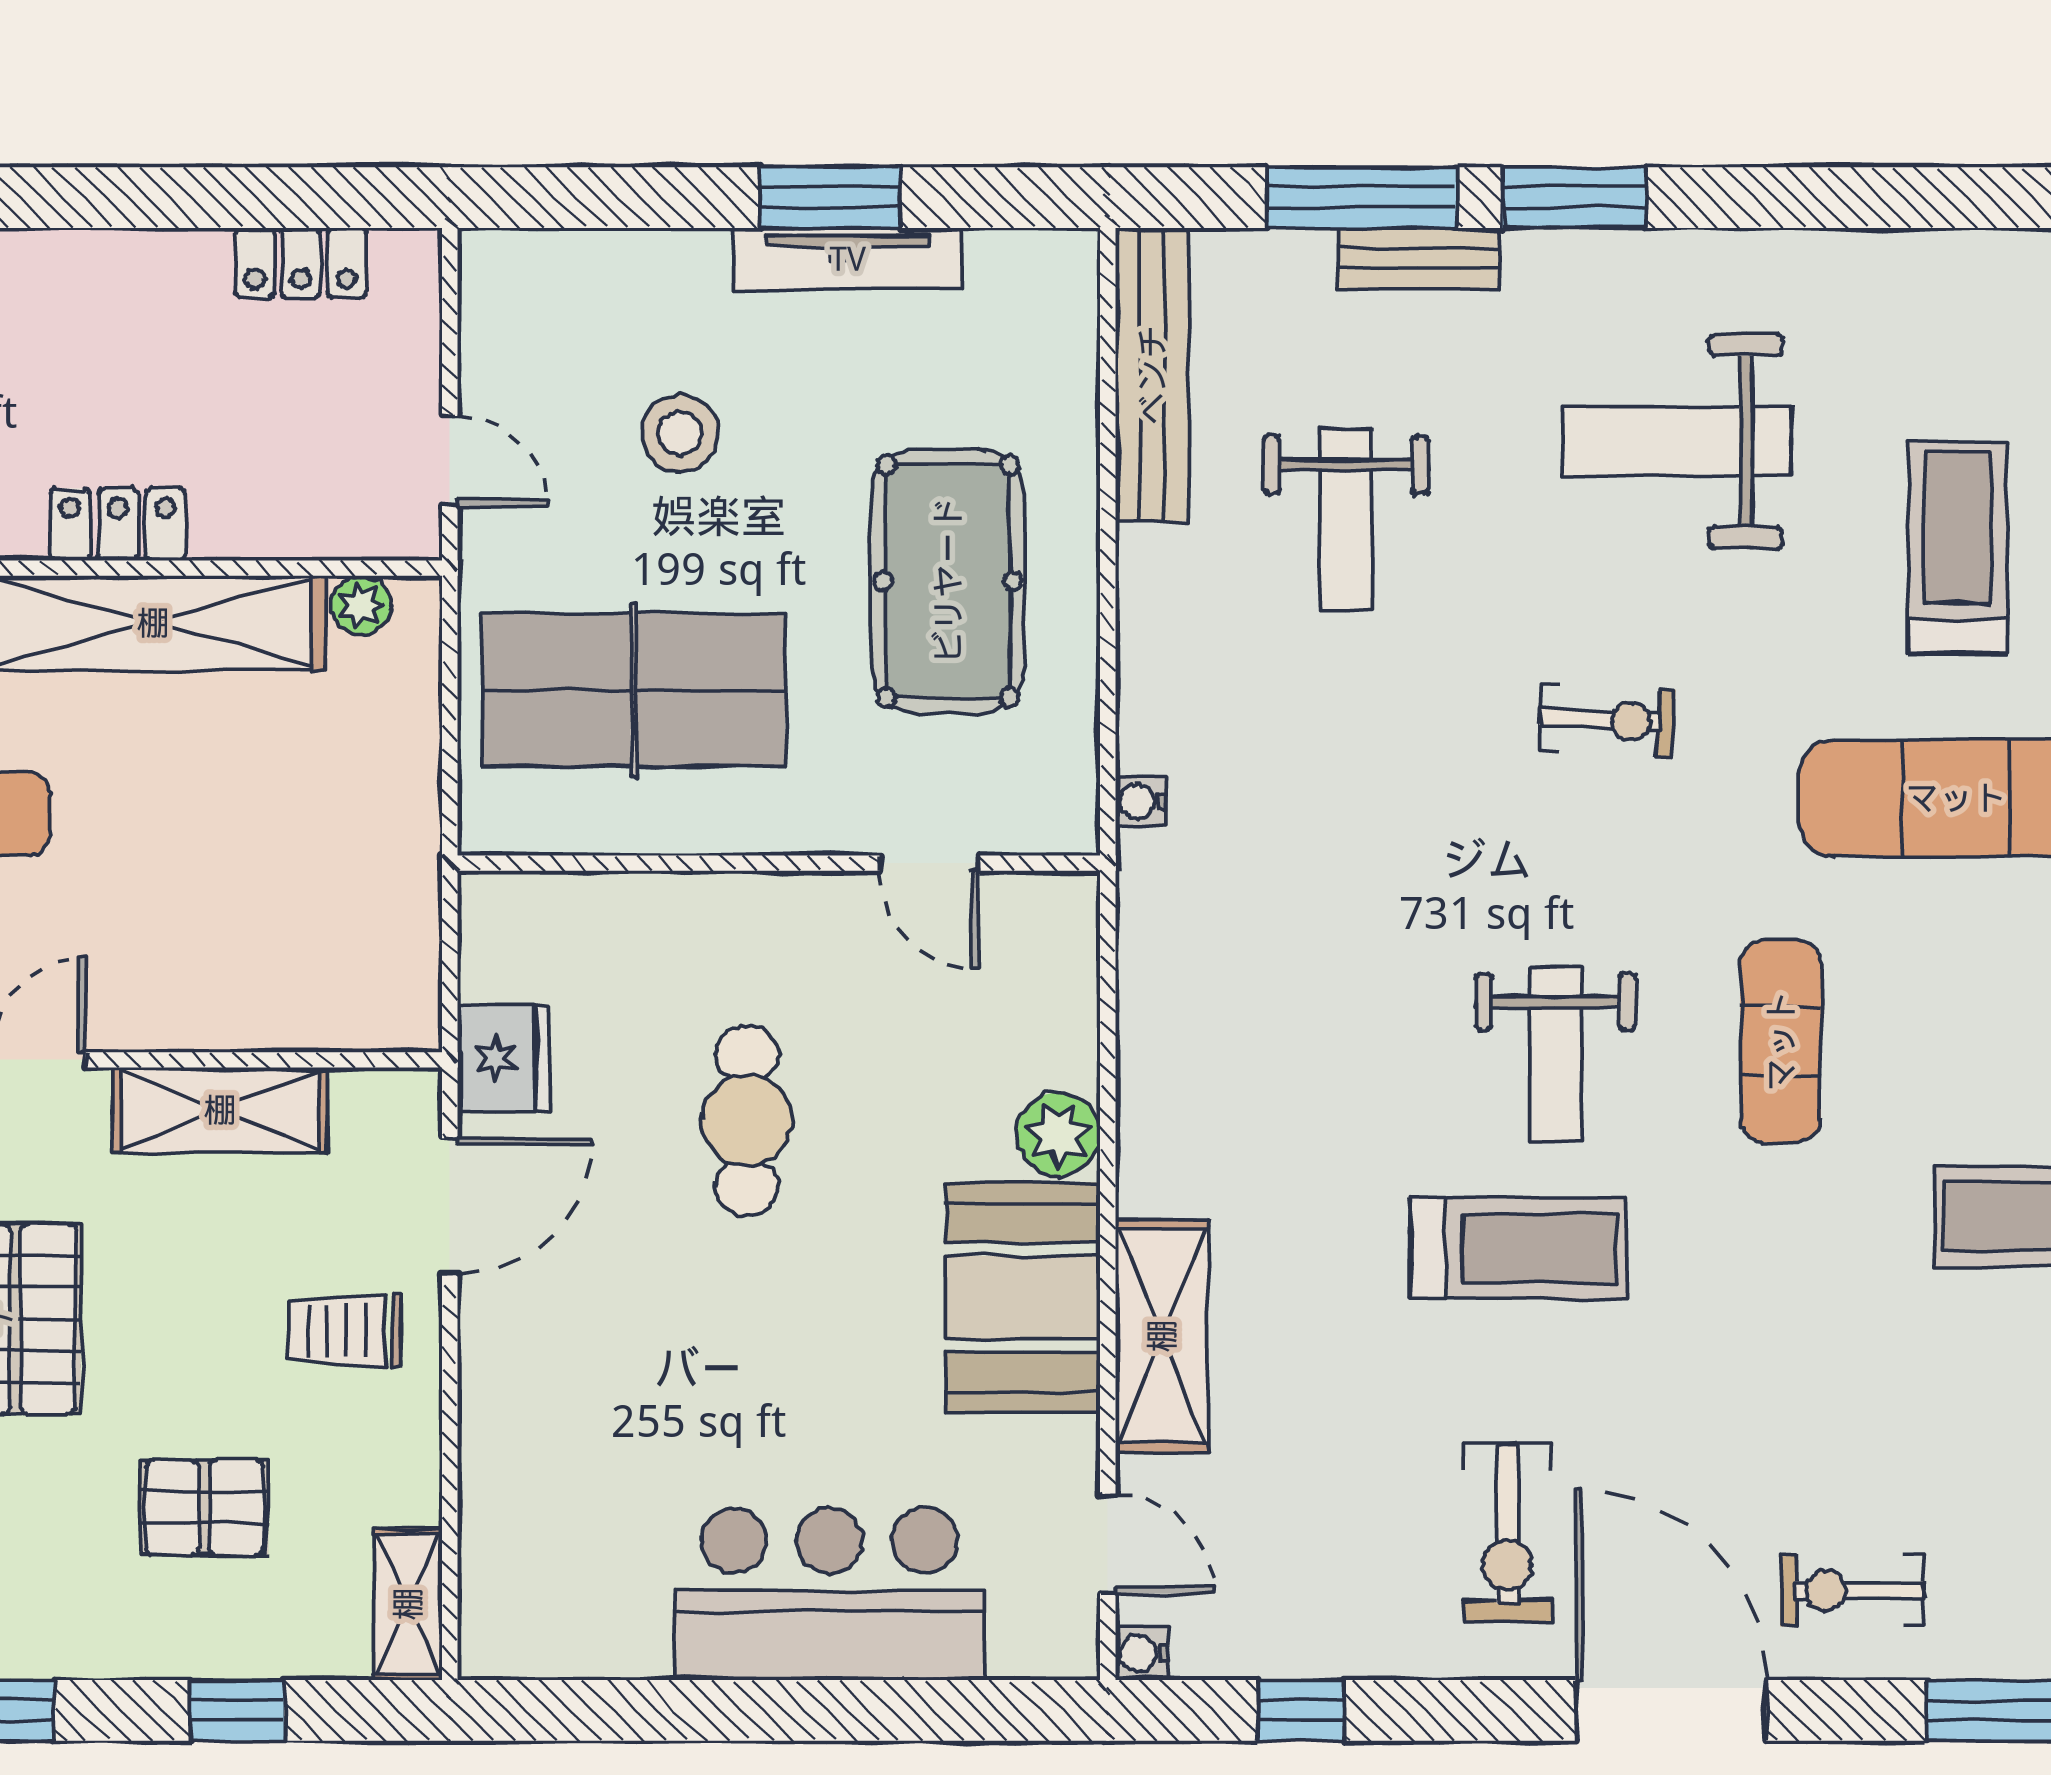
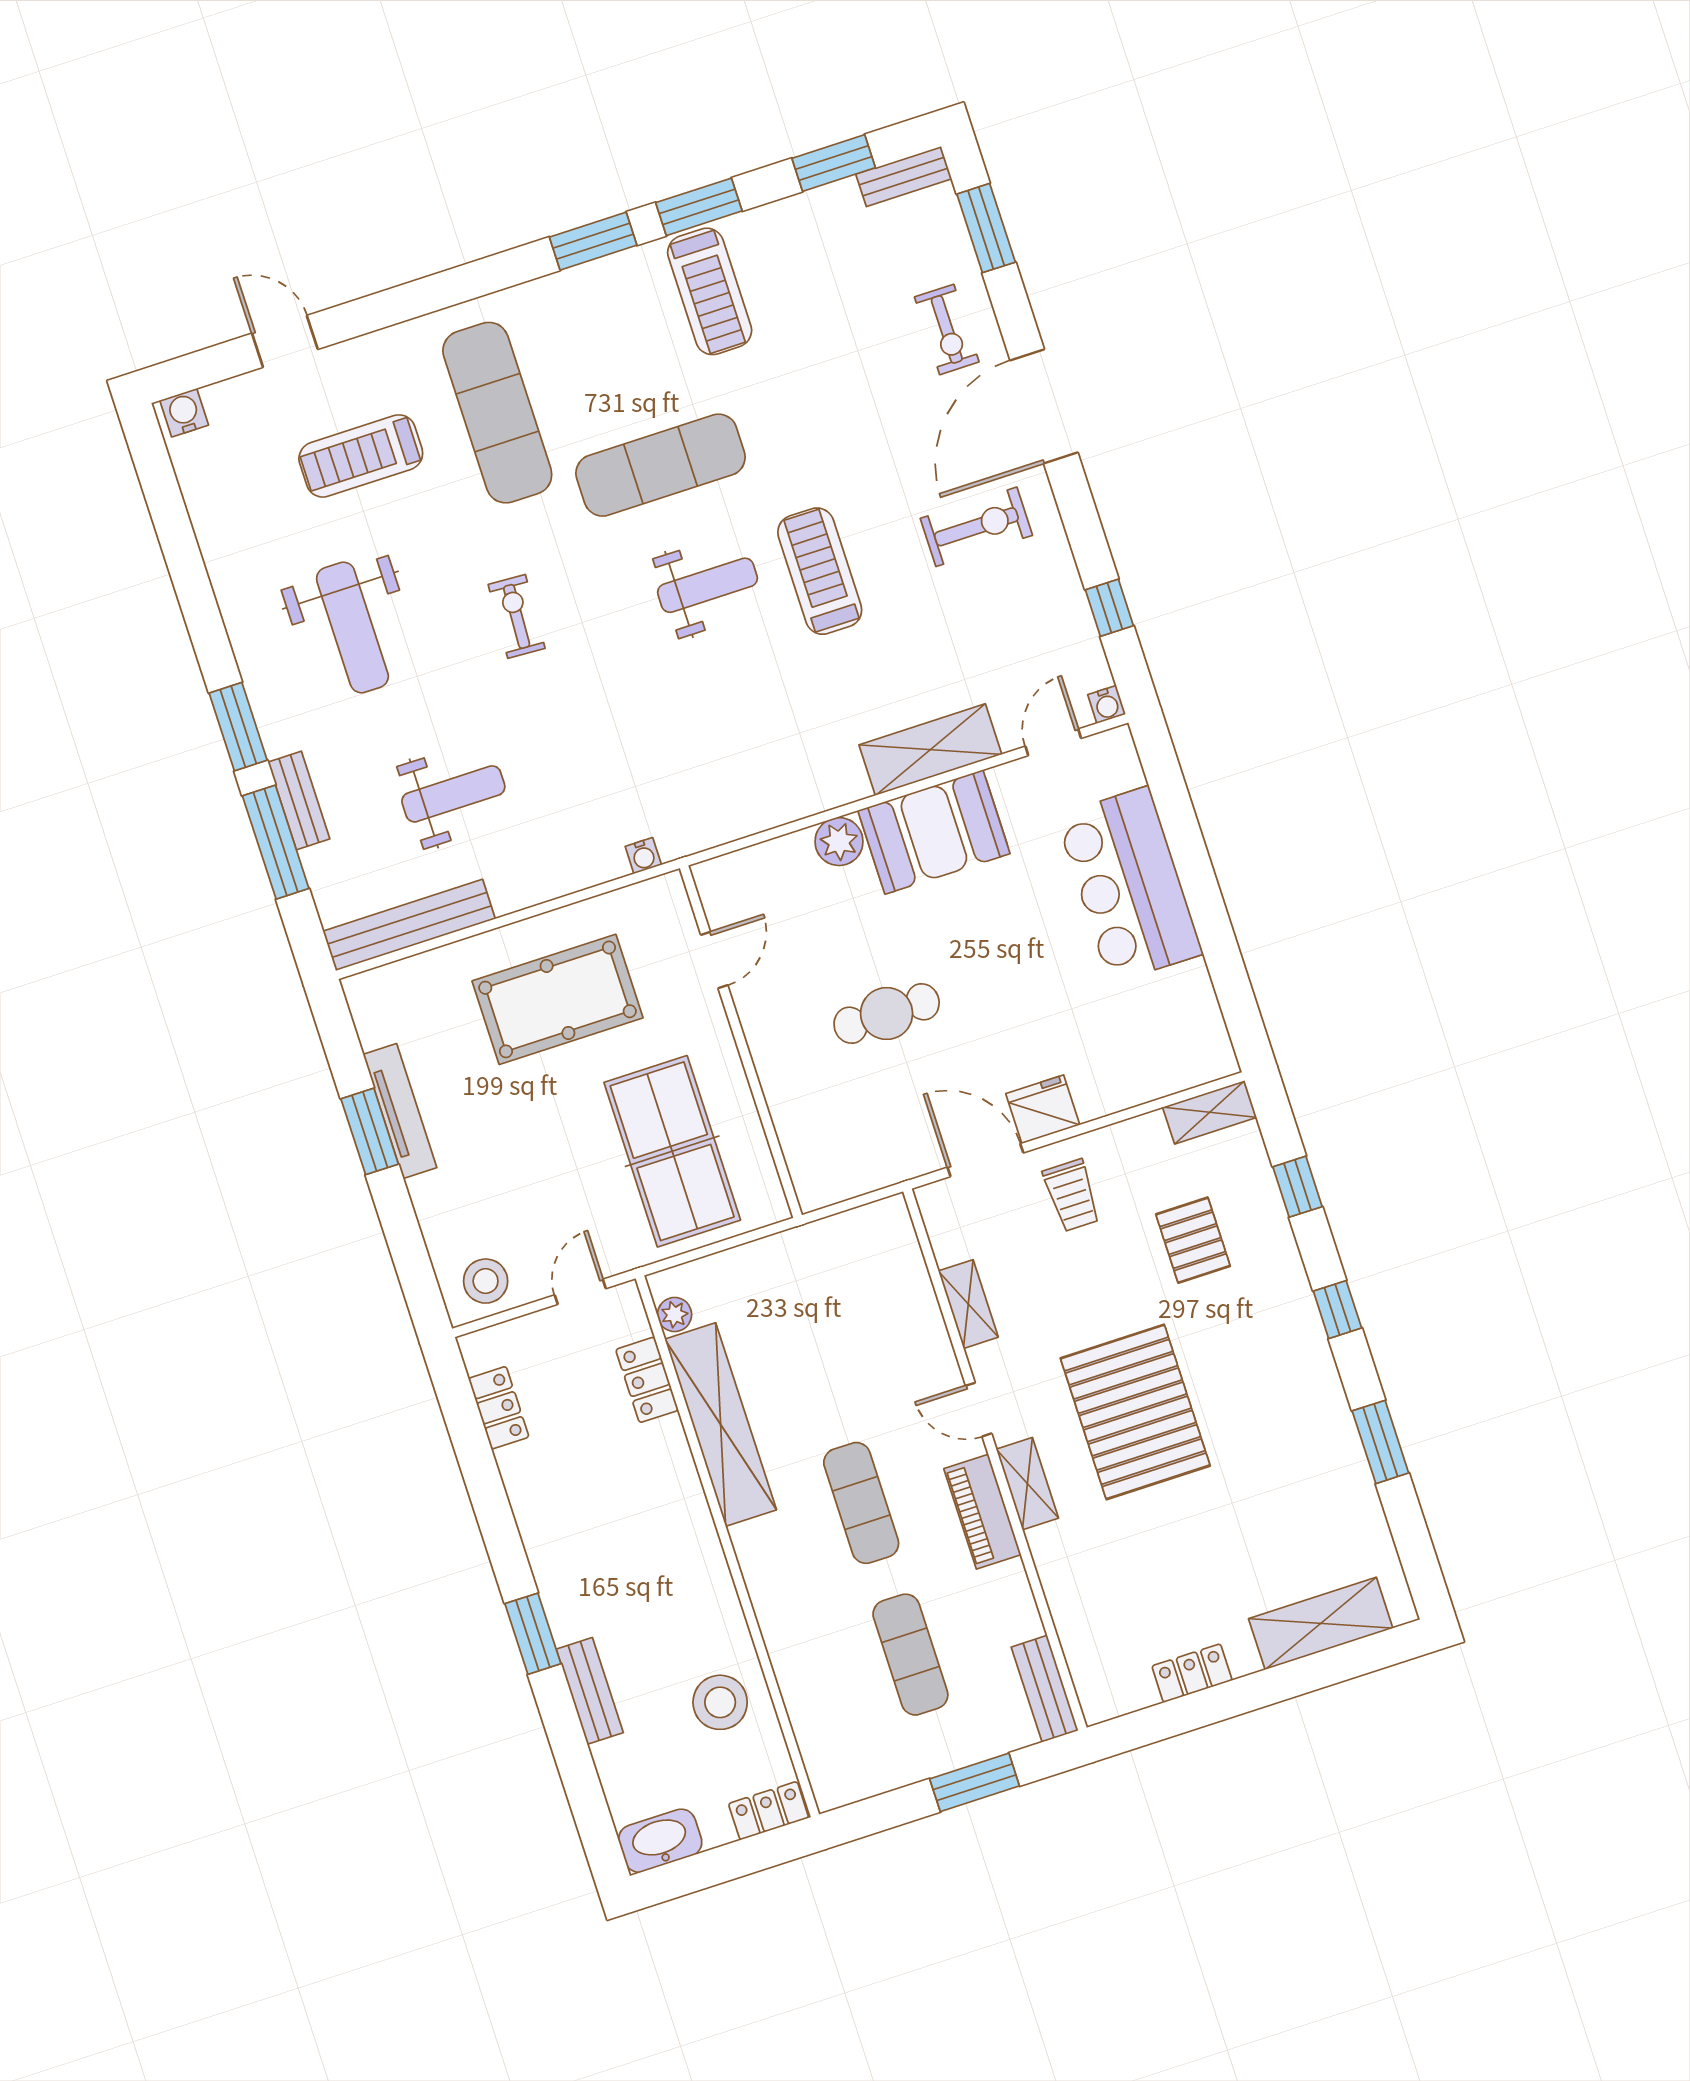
stool: (680, 433) -> (486, 1281), moved
locker: (118, 524) -> (647, 1380), moved
exercise mat: (1781, 1041) -> (661, 465), width x1.36, depth x1.45
fridge: (503, 1058) -> (1043, 1109), moved
shelving: (220, 1110) -> (968, 1304), width x0.67, depth x0.75

